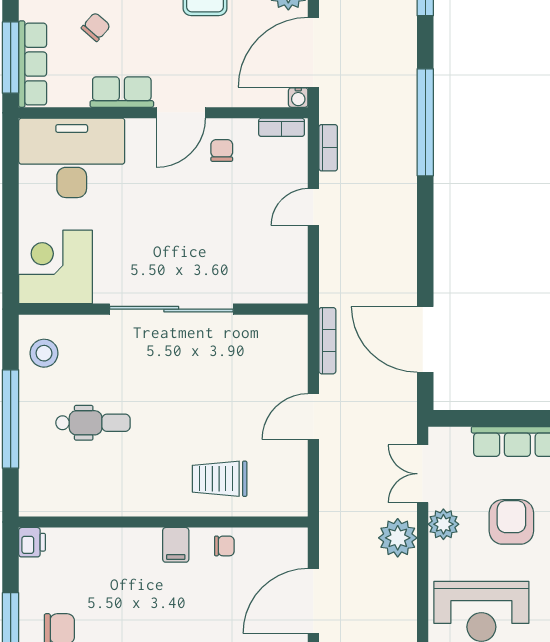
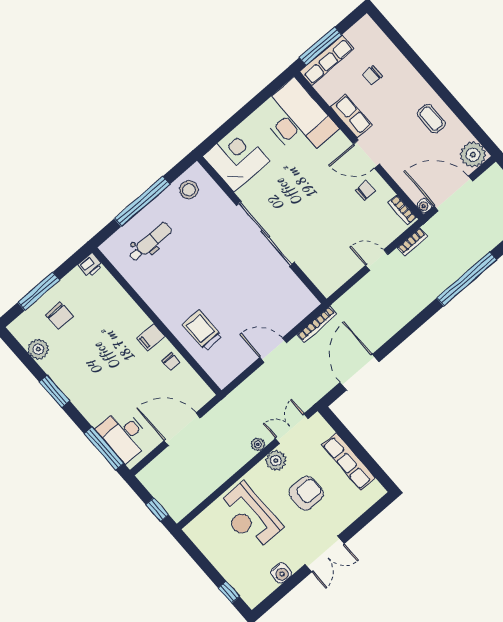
chair: (96, 27) -> (372, 75), turned 139
dental chair: (93, 423) -> (150, 242), moved, turned -90
plant: (398, 538) -> (258, 444), width x0.53, depth x0.53

